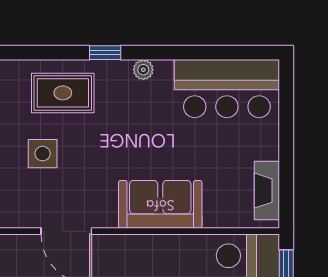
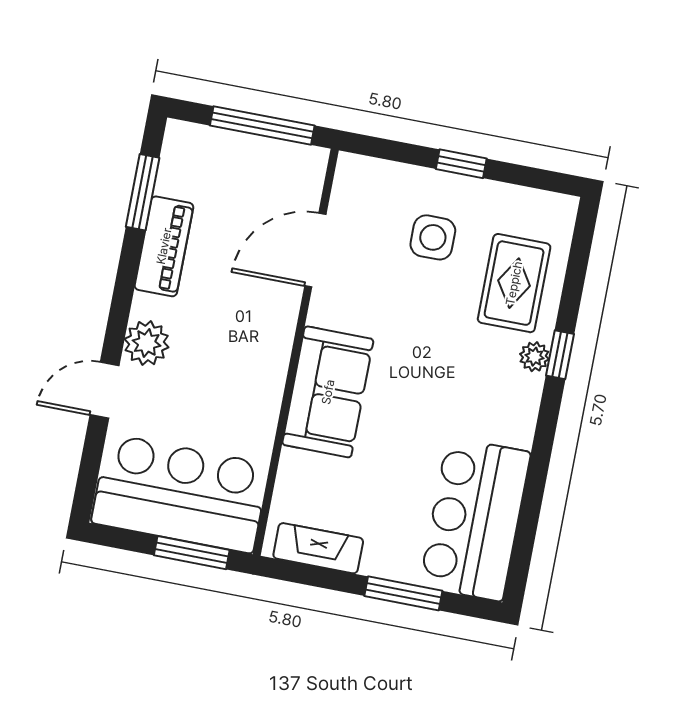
plant: (143, 70) -> (534, 357), moved
window: (286, 127) -> (403, 593), added

